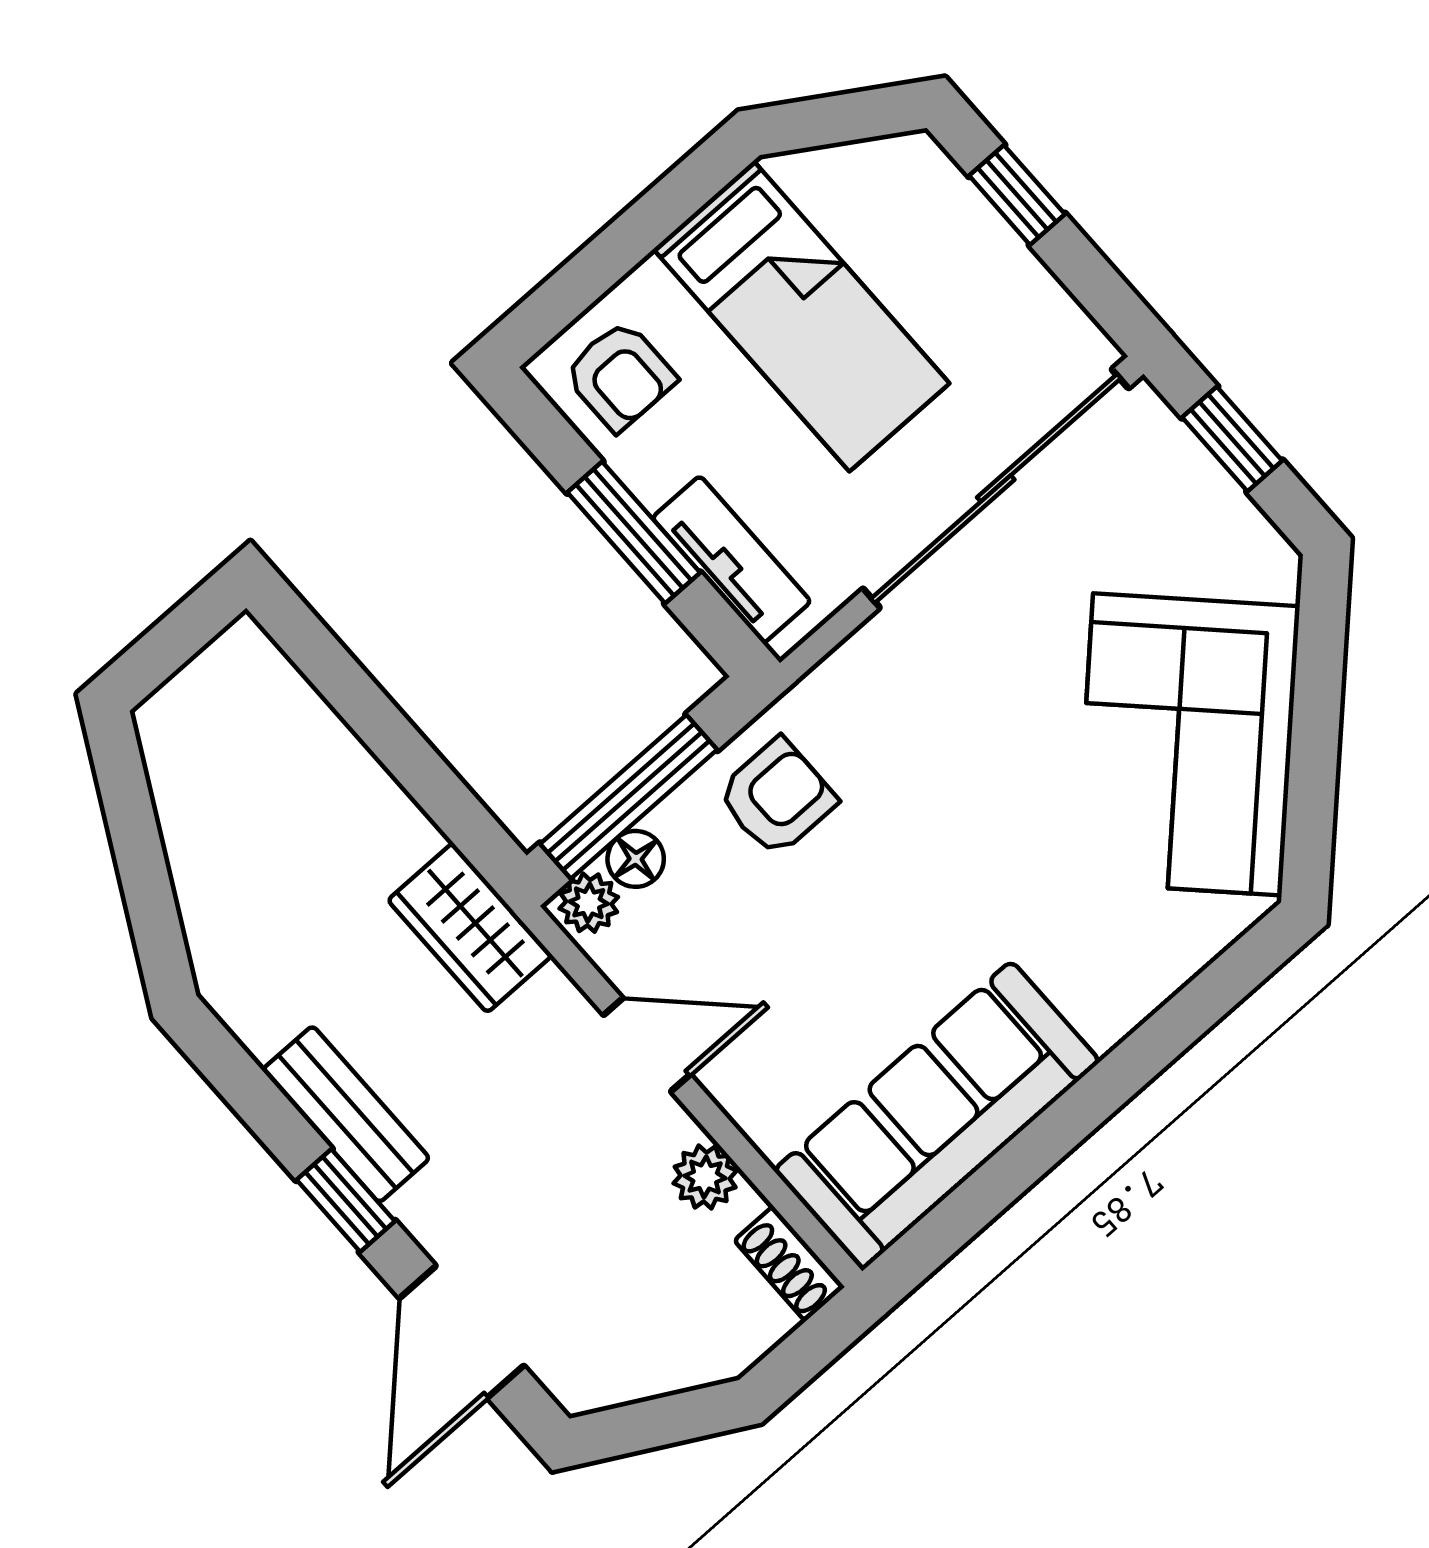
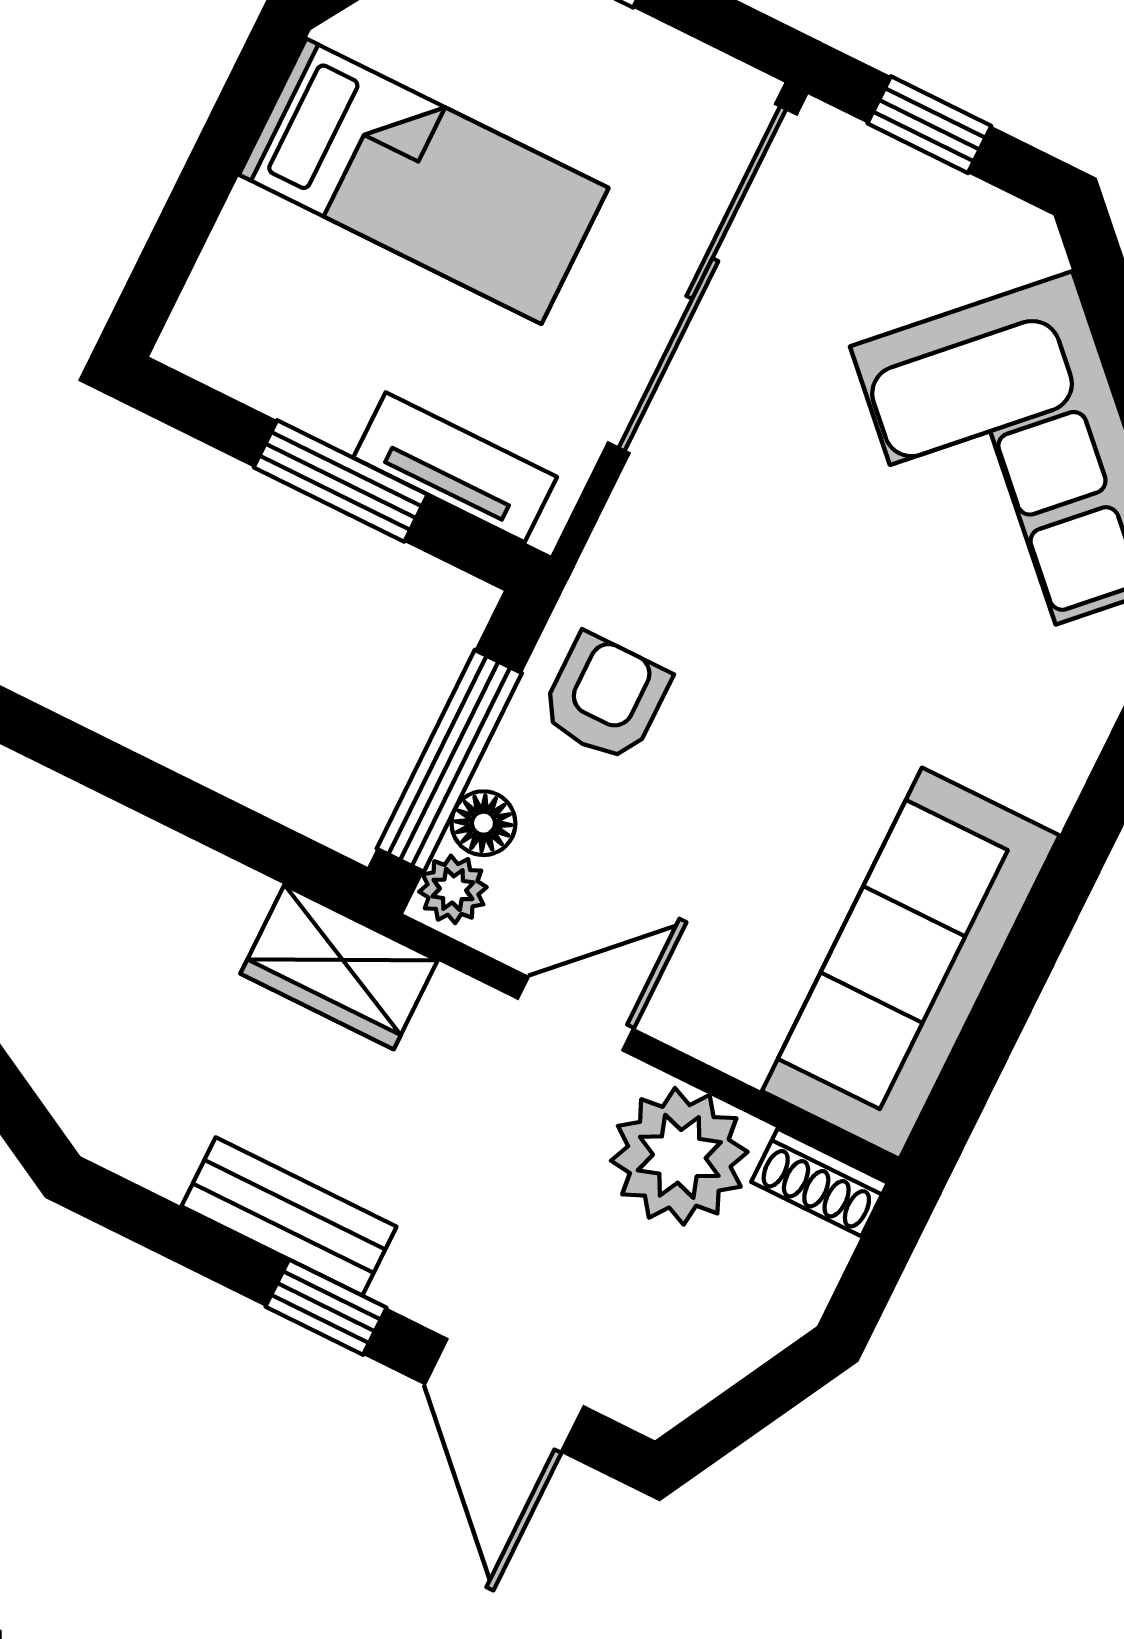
armchair: (620, 376) -> (259, 322), removed
plant: (705, 1177) -> (679, 1156), width x1.88, depth x1.88

